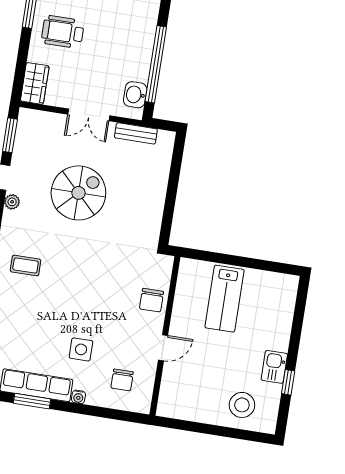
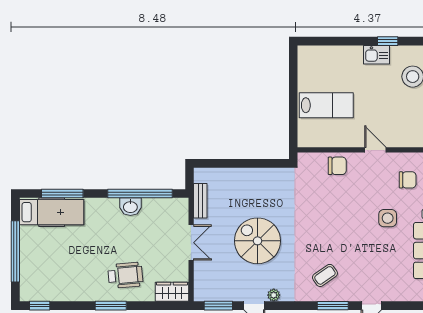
wheelchair: (63, 32) -> (125, 275), turned -95
washbasin: (135, 95) -> (130, 207), moved
coffee table: (26, 265) -> (325, 275), turned 55

